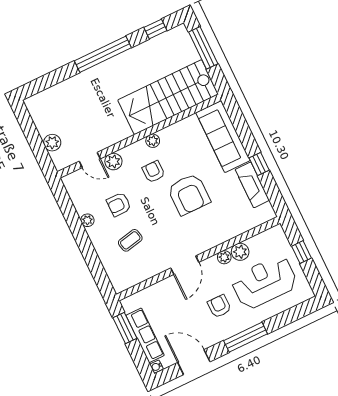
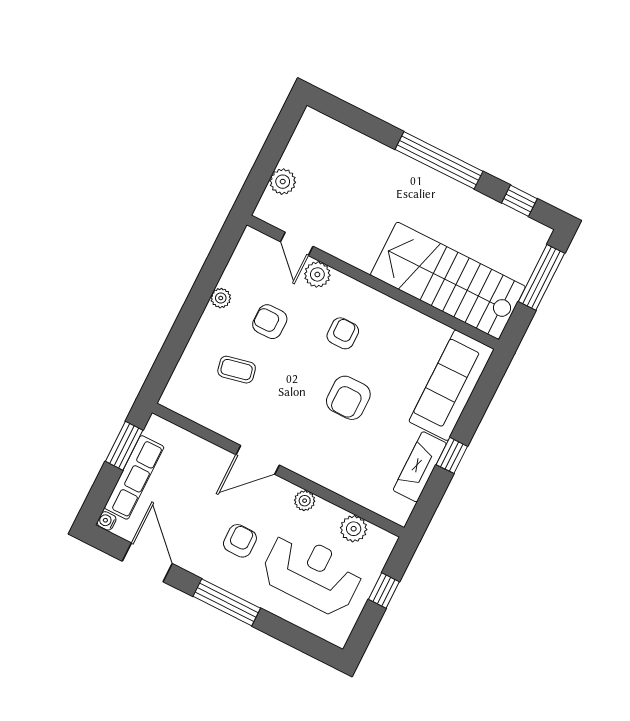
plant: (153, 141) -> (380, 303), removed
armchair: (189, 194) -> (348, 398), width x0.73, depth x0.73
plant: (240, 252) -> (354, 529), moved

